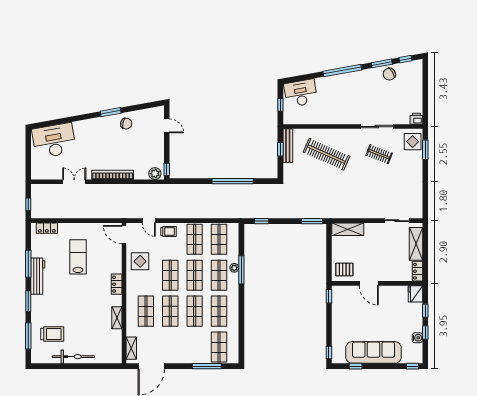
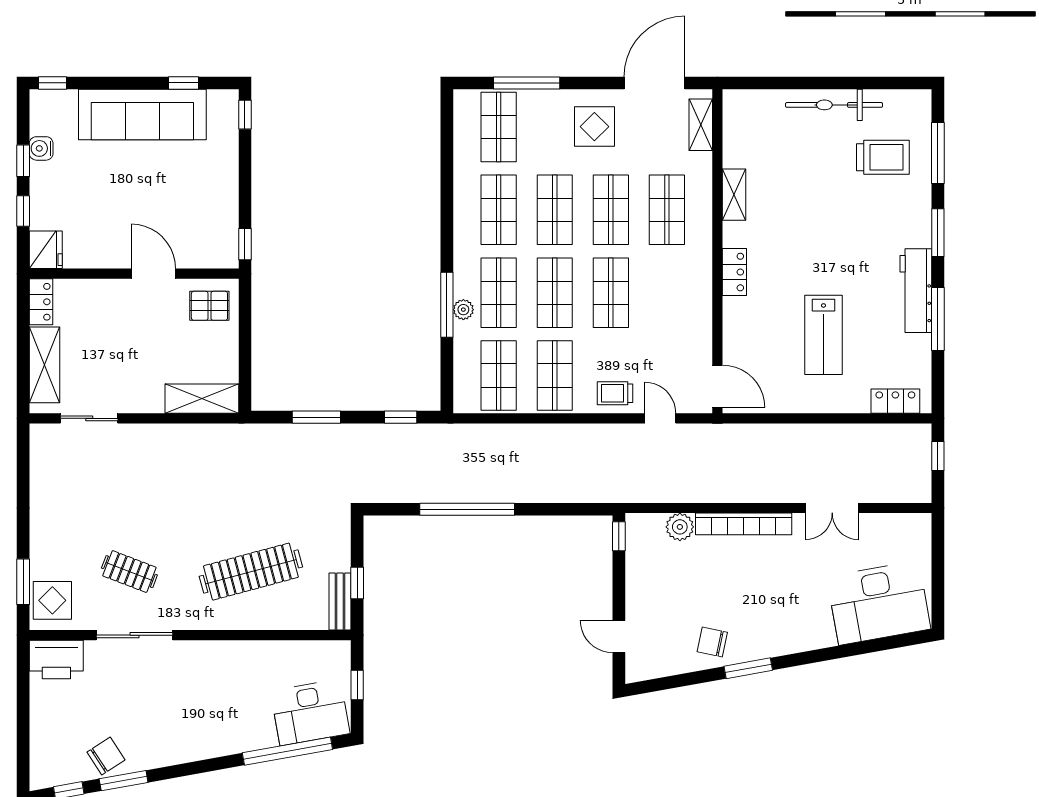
window: (342, 71) -> (287, 751), moved
printer: (416, 119) -> (56, 659), width x1.87, depth x1.48
bench: (288, 146) -> (340, 602), width x0.73
clothes rail: (326, 154) -> (251, 572), turned -39
plant: (155, 174) -> (680, 527), moved
window: (312, 221) -> (316, 417), moved
display table: (140, 261) -> (594, 127), moved
trolley: (52, 334) -> (883, 157), turned 180

